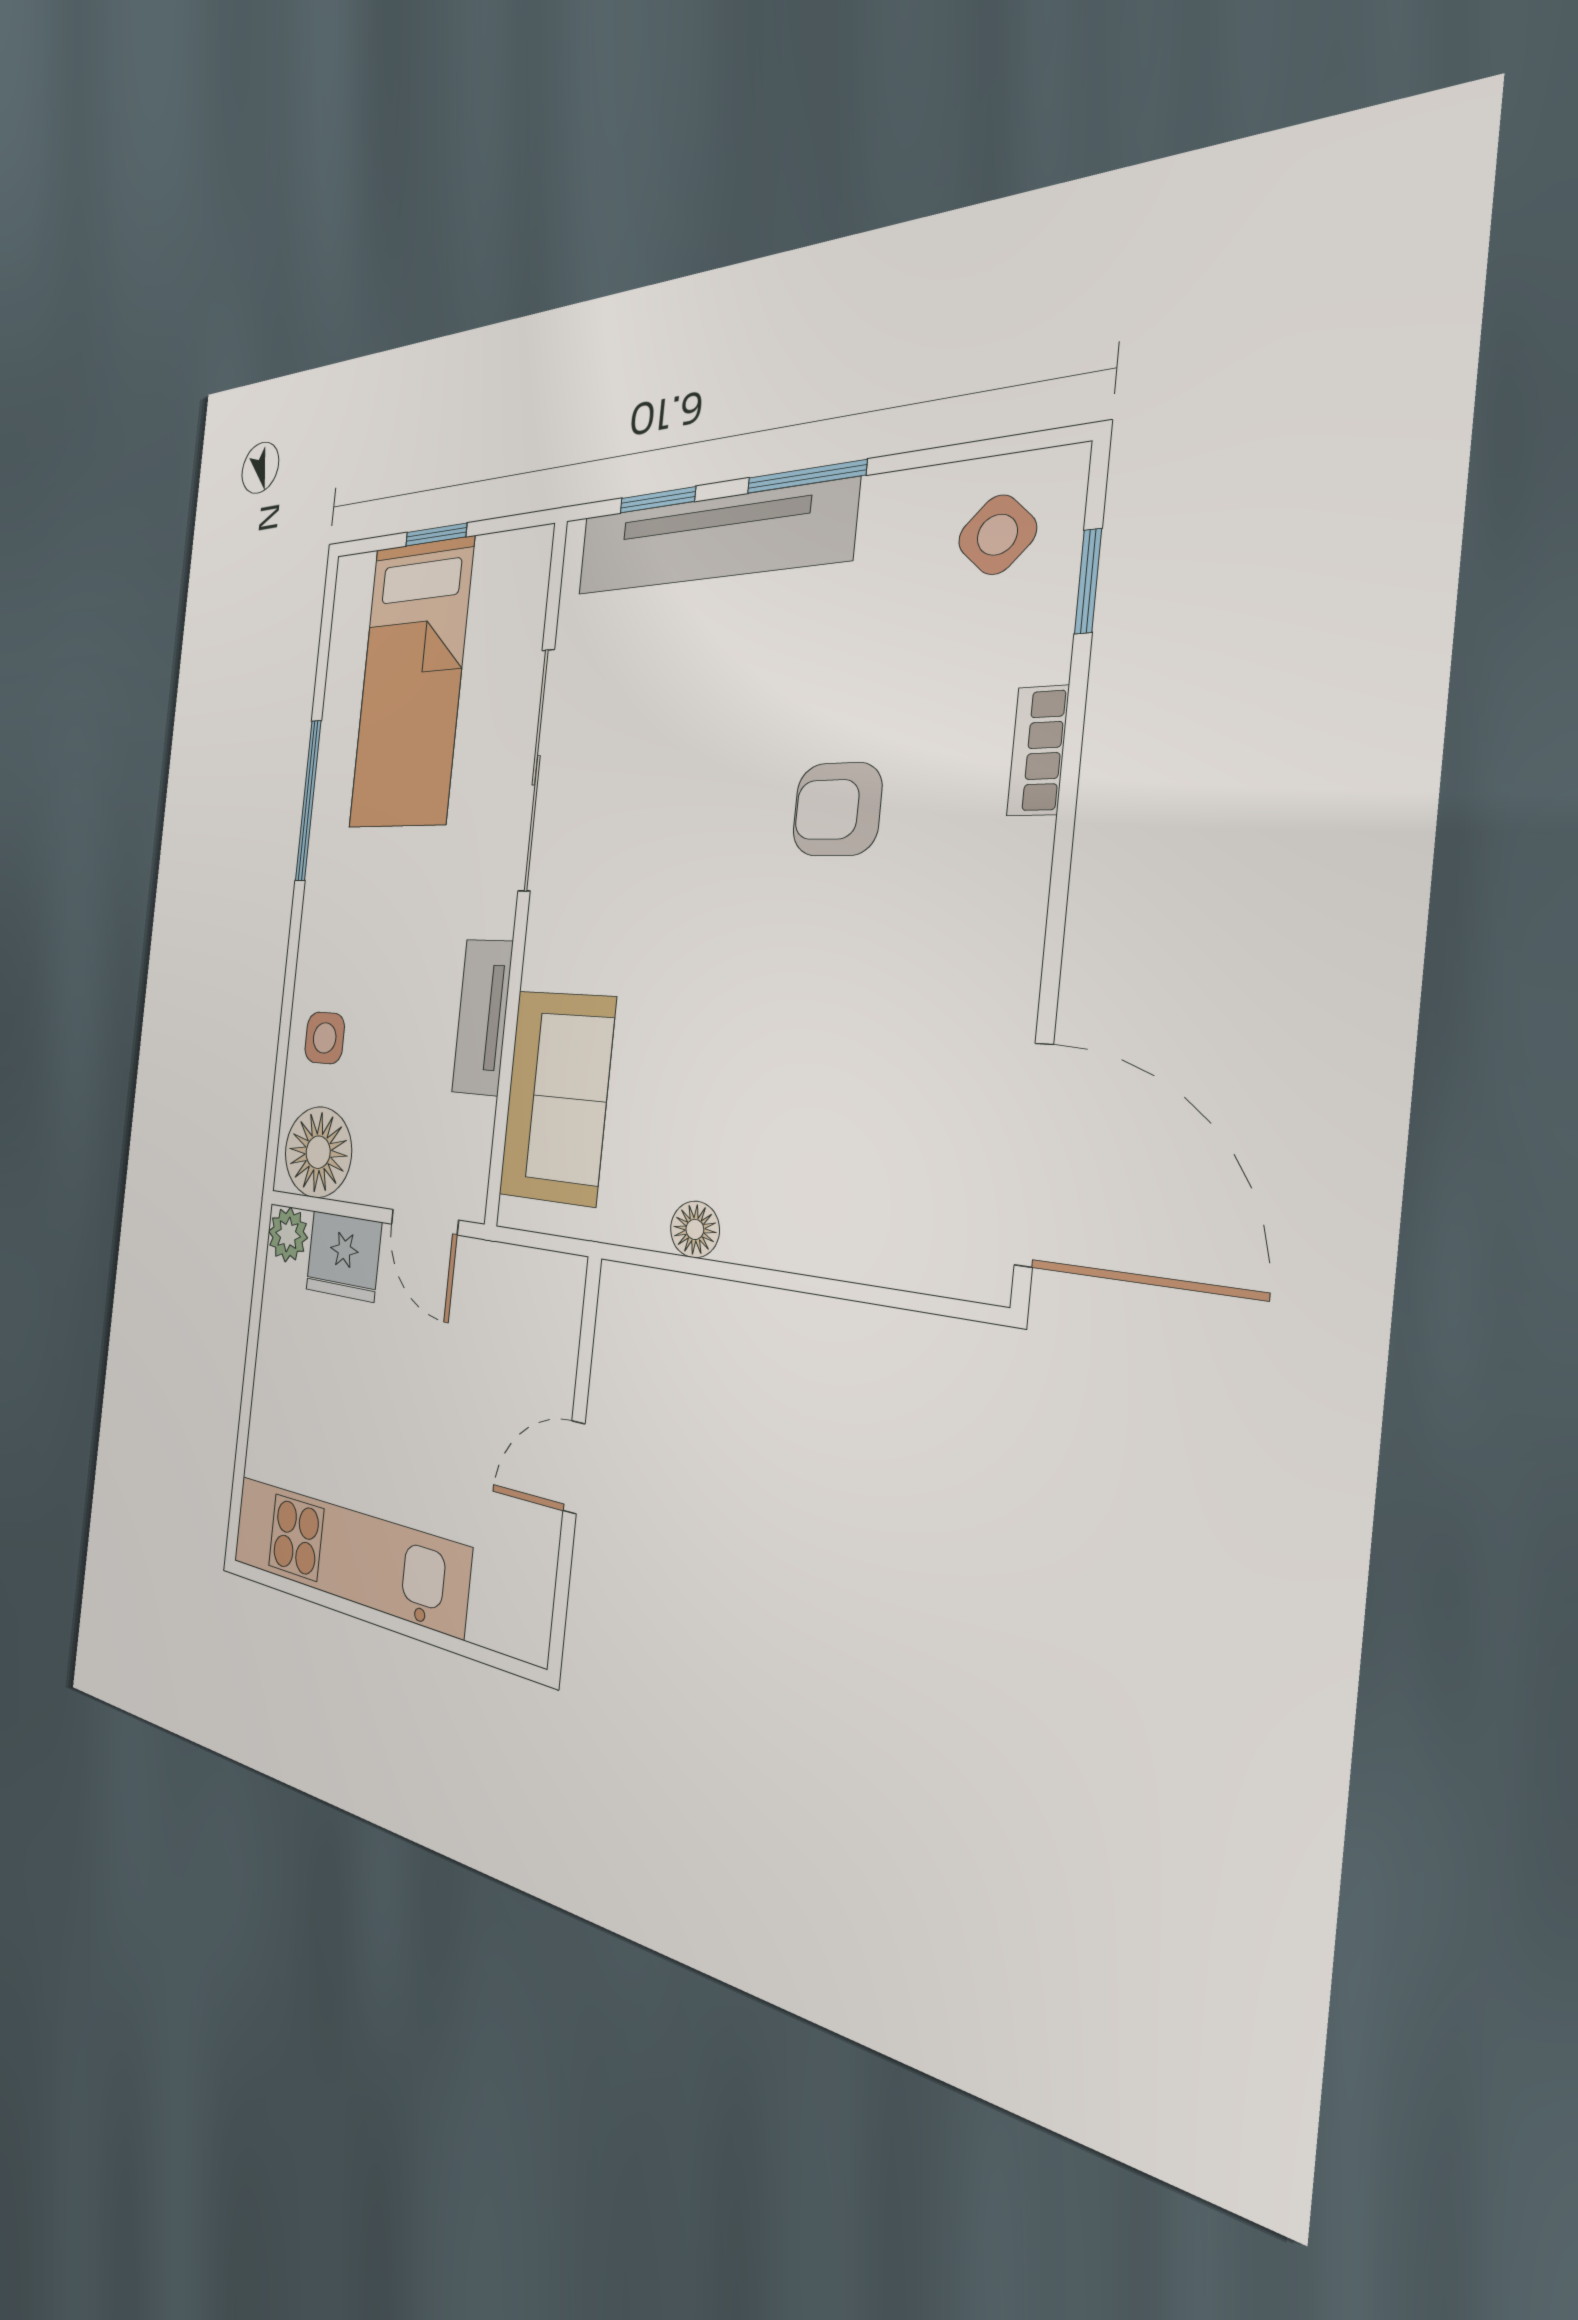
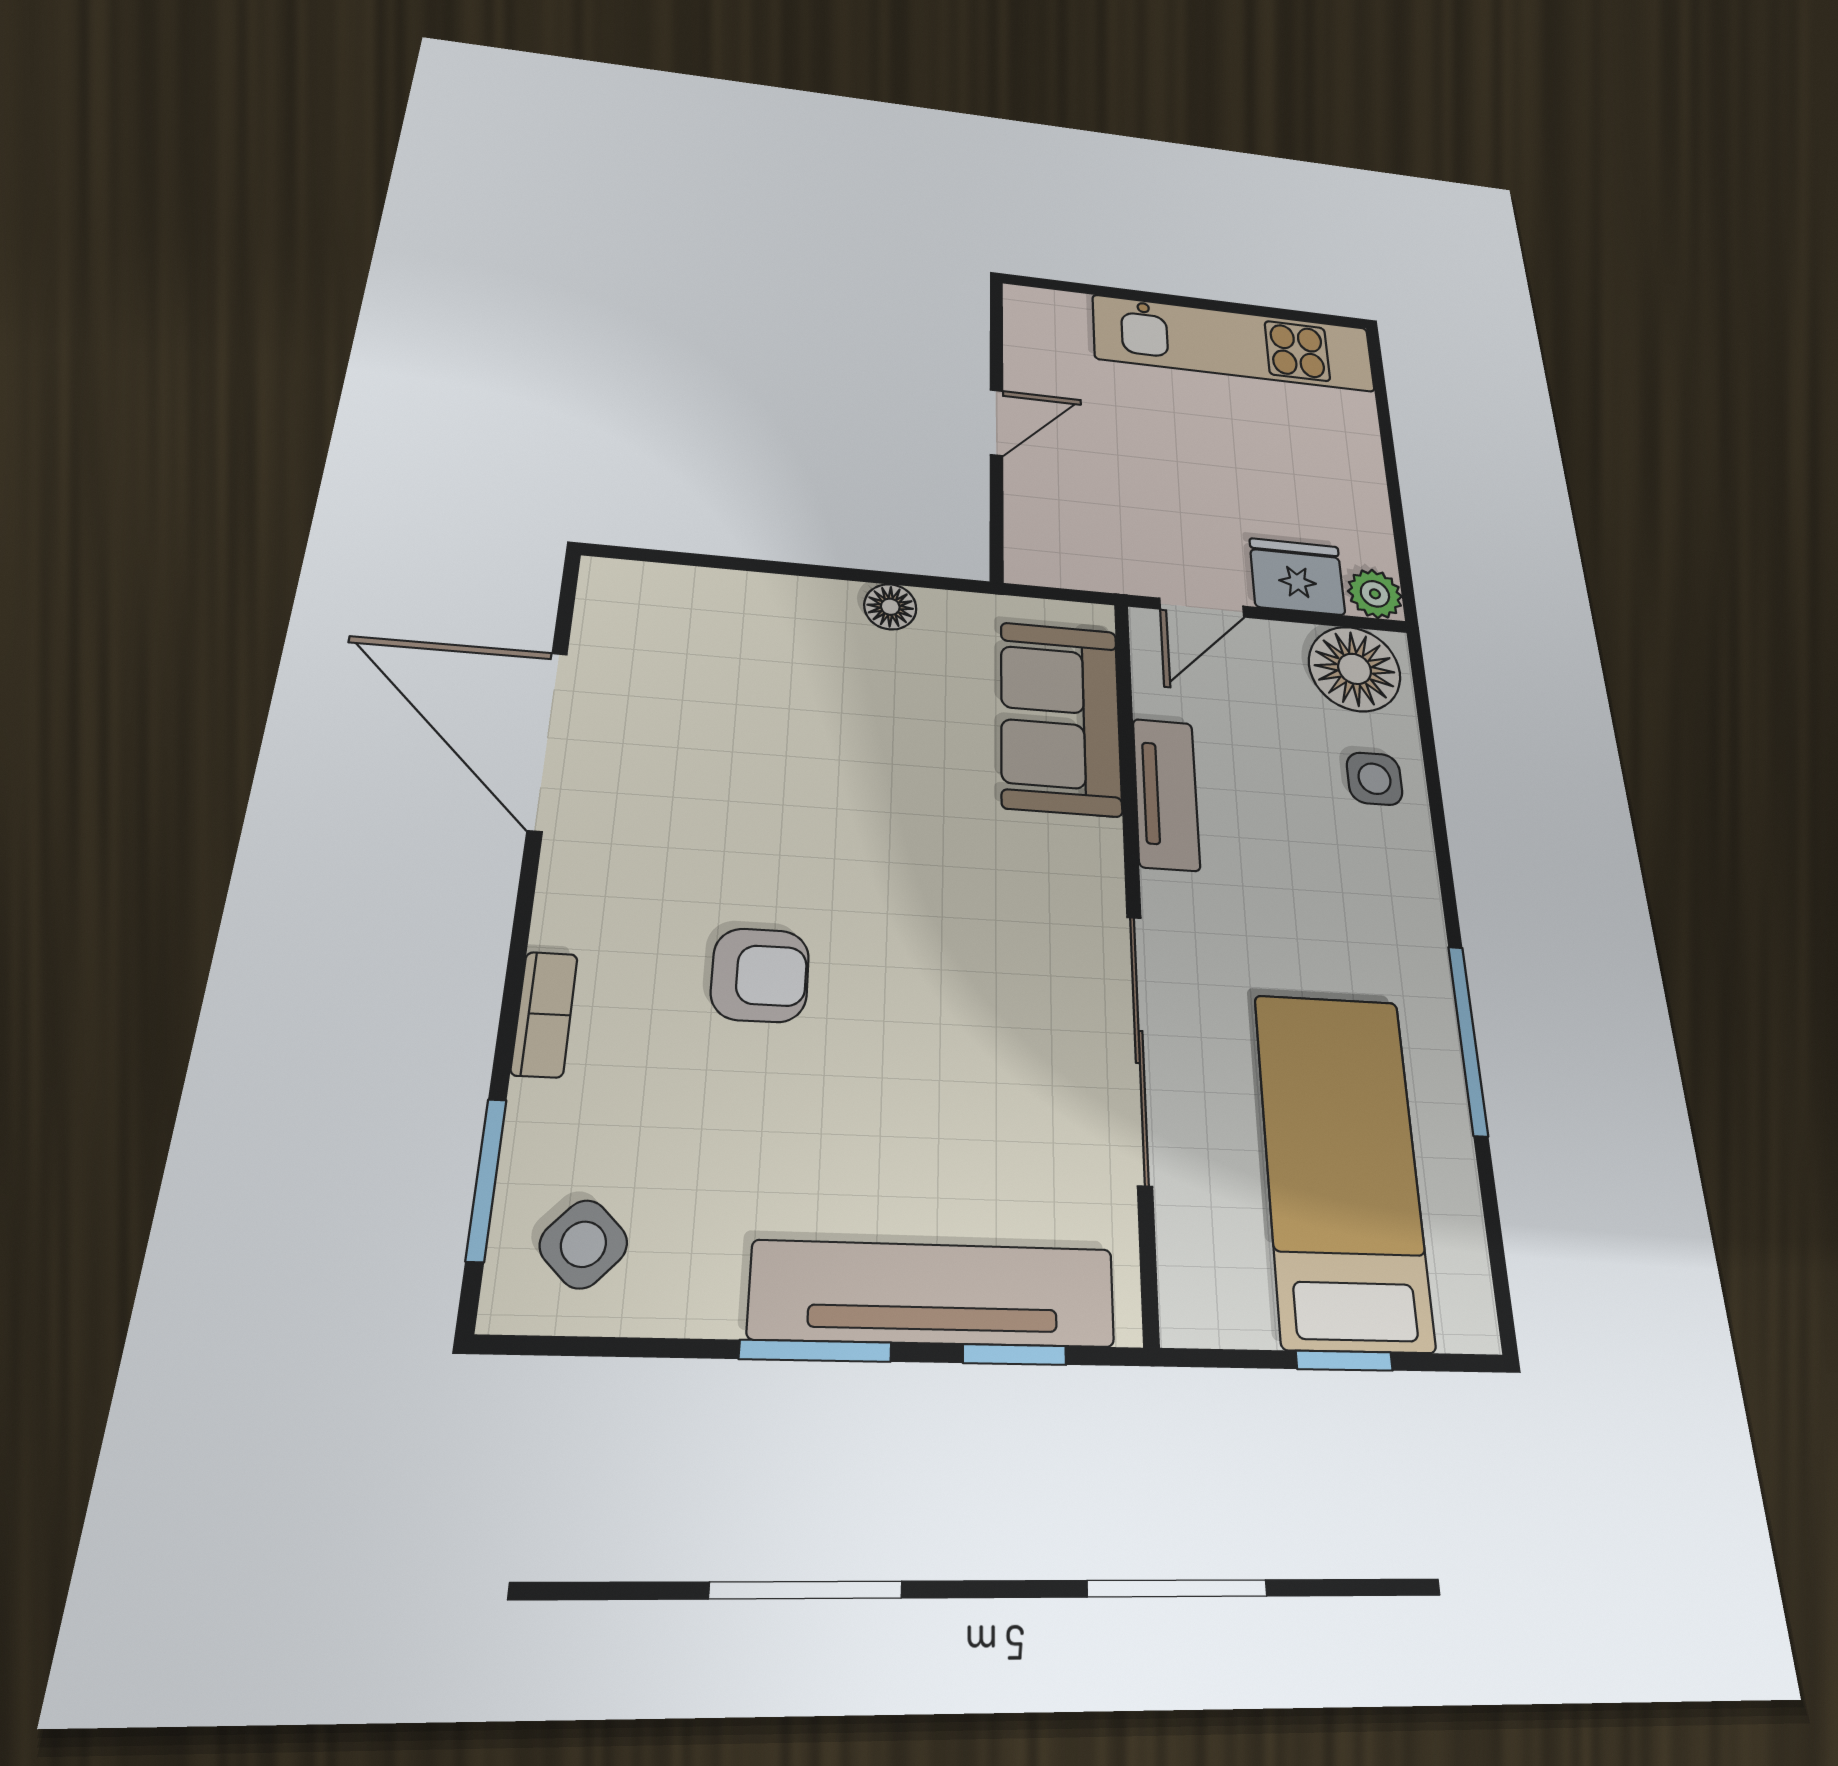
window: (1088, 581) -> (486, 1179), width x1.50
door: (1034, 1155) -> (547, 740), moved
door: (424, 1222) -> (1202, 608), swing flipped

